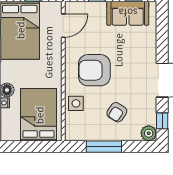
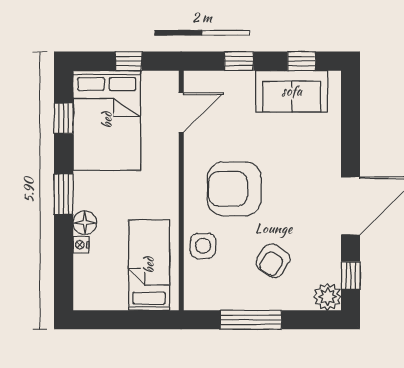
bed: (39, 115) -> (149, 265), width x0.67

